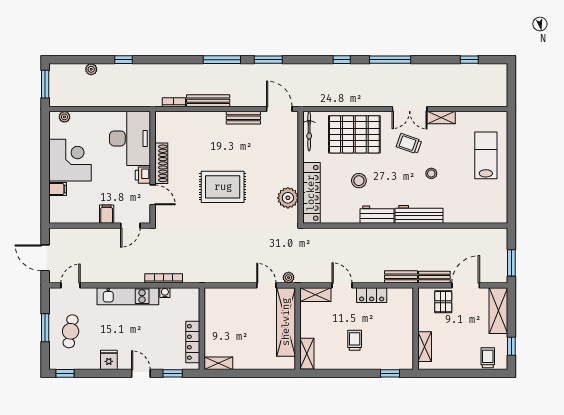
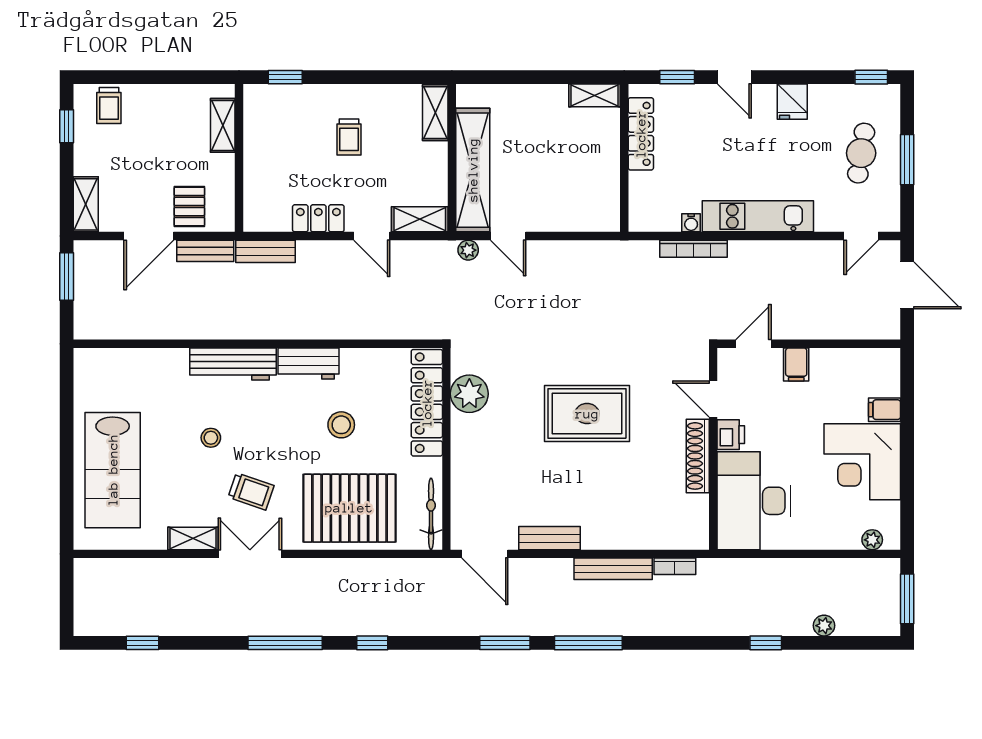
lab bench: (486, 155) -> (113, 470), width x1.36, depth x1.39
shelving: (498, 311) -> (86, 204), width x0.67, depth x0.75

